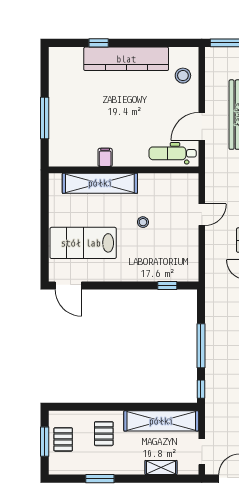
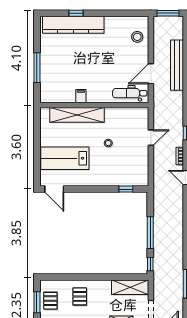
kitchen counter: (126, 59) -> (73, 25), moved
shelving: (161, 421) -> (130, 287), width x0.68

